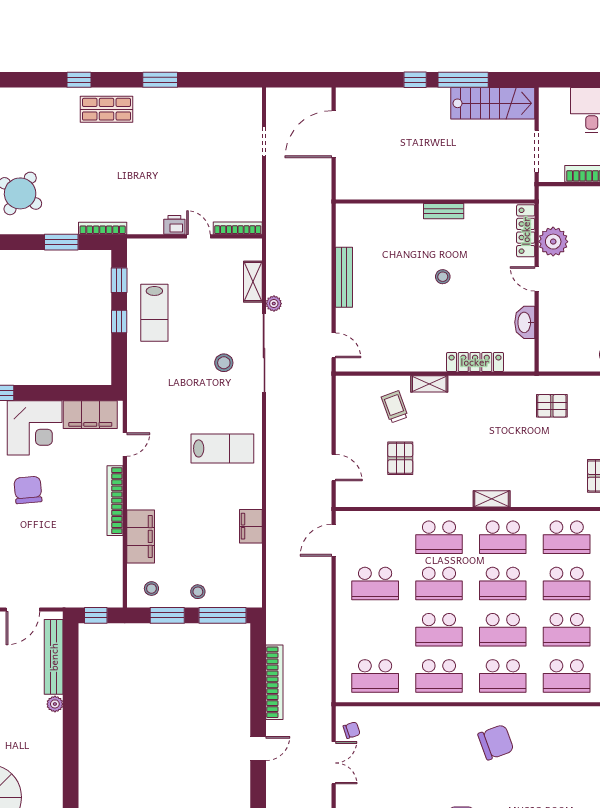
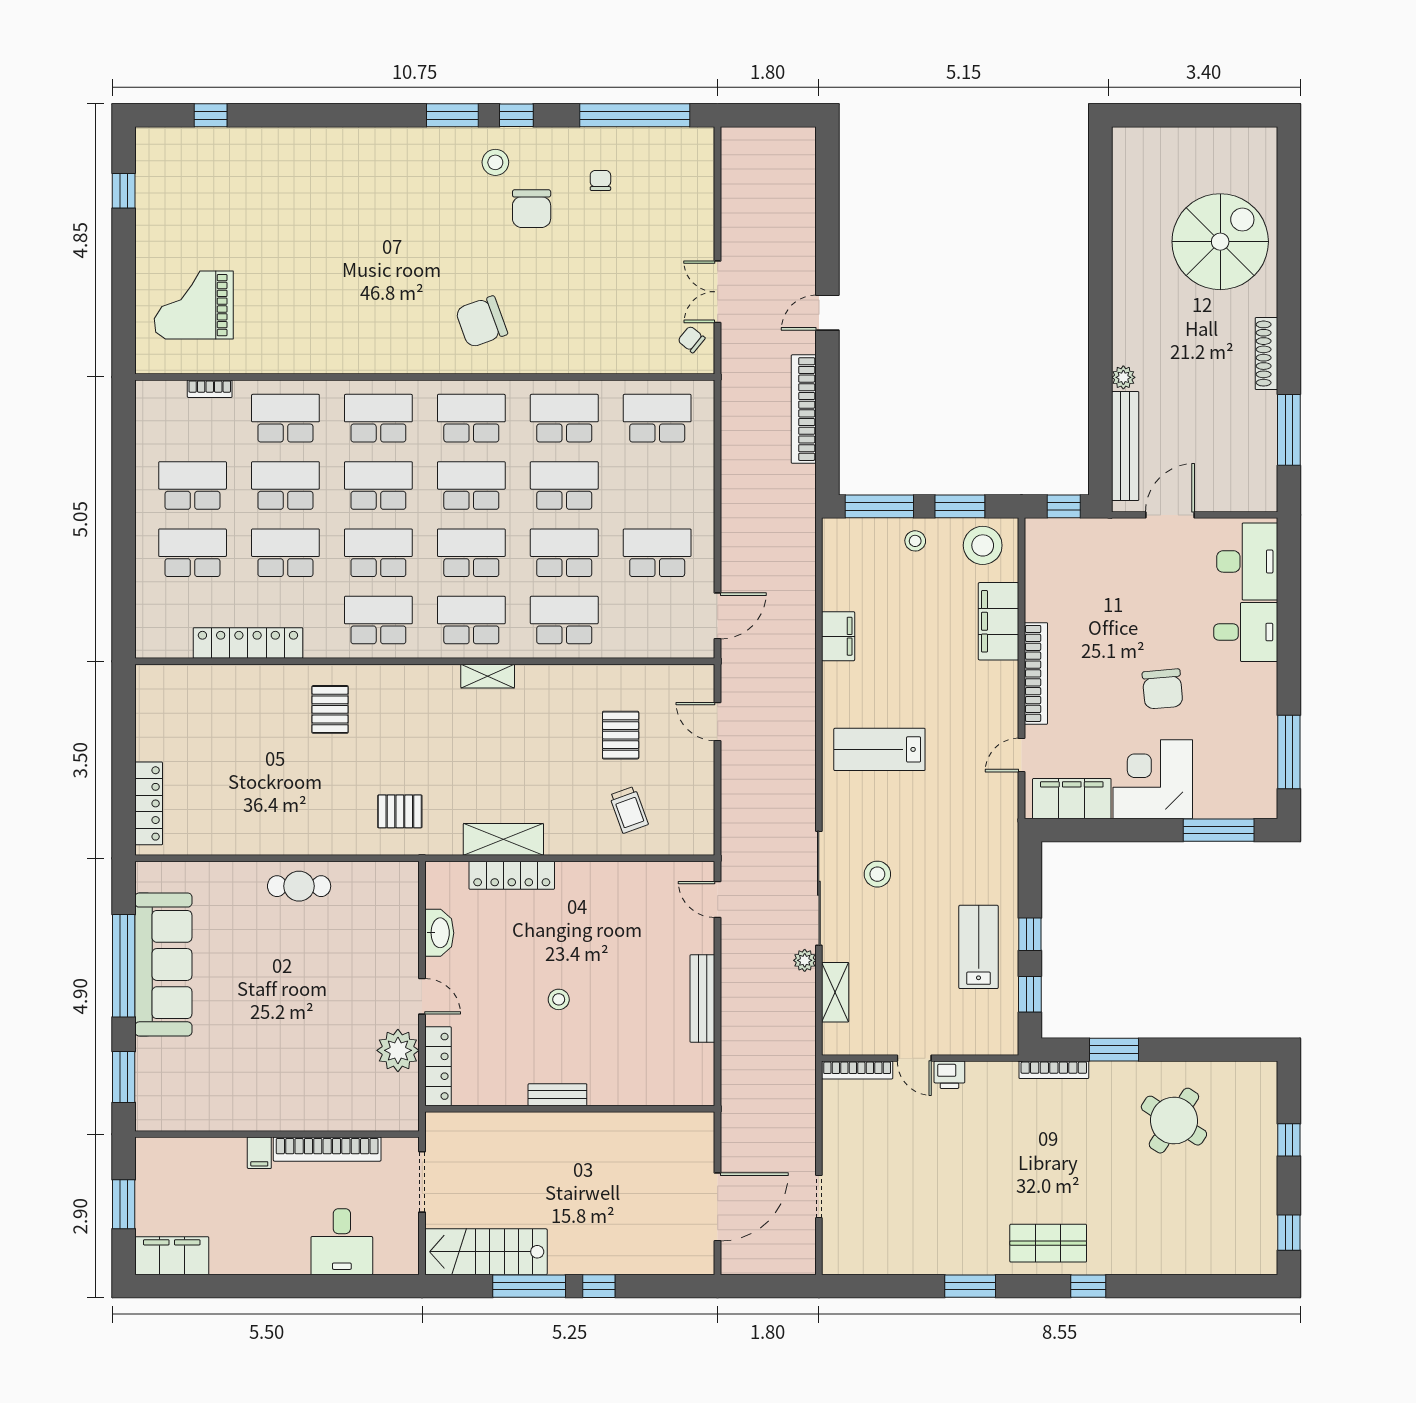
shelving: (429, 384) -> (503, 839), moved, width x1.50, depth x1.33
stool: (151, 589) -> (983, 545), width x1.89, depth x1.89
chair: (352, 730) -> (691, 339), turned 57

